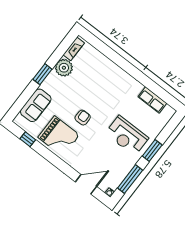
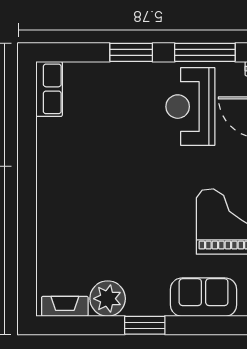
row of seats: (152, 100) -> (49, 89), moved
armchair: (83, 118) -> (165, 206), removed
reception desk: (127, 136) -> (190, 107), moved, turned 180

